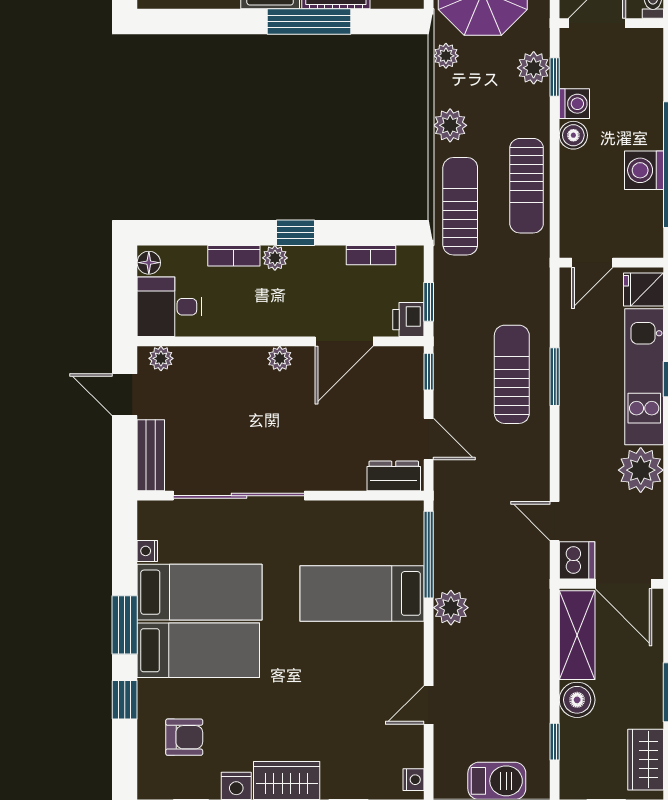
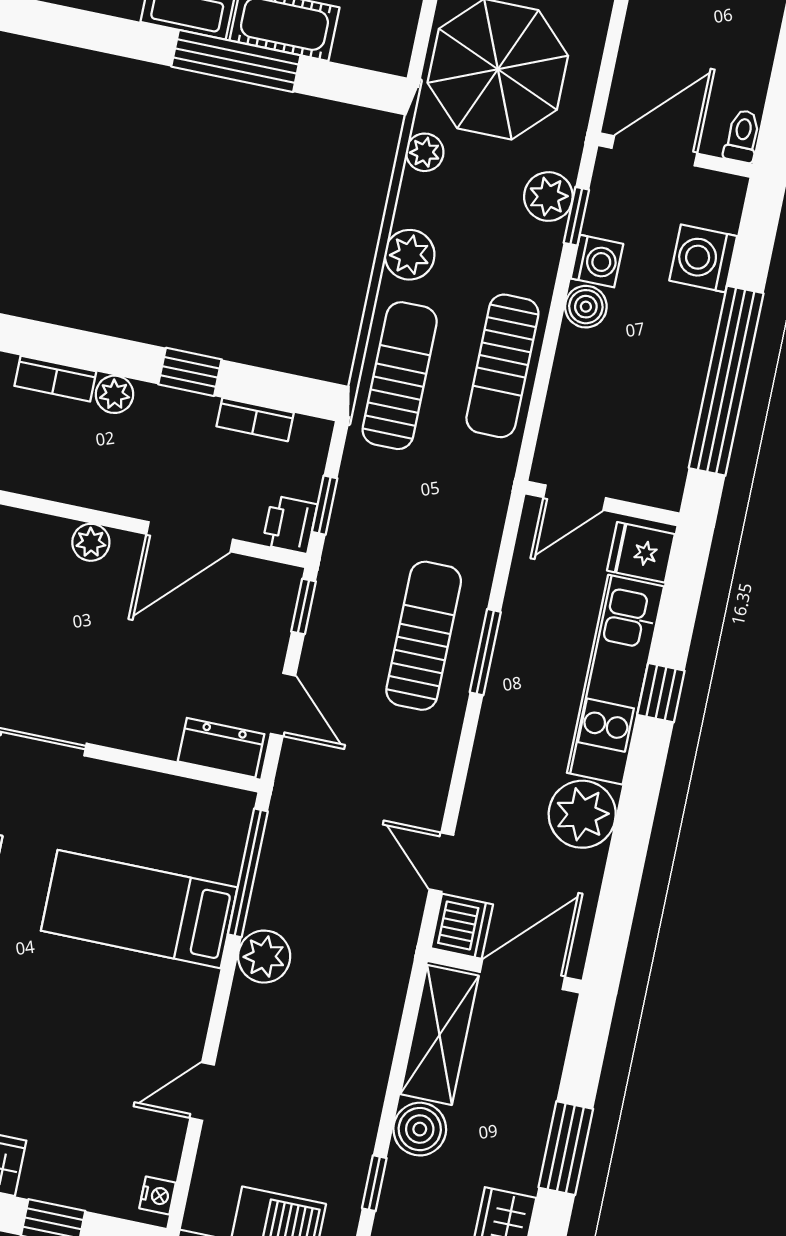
washing machine: (644, 170) -> (703, 258), moved
window: (296, 233) -> (190, 372), moved
door: (623, 584) -> (522, 975), swing flipped

